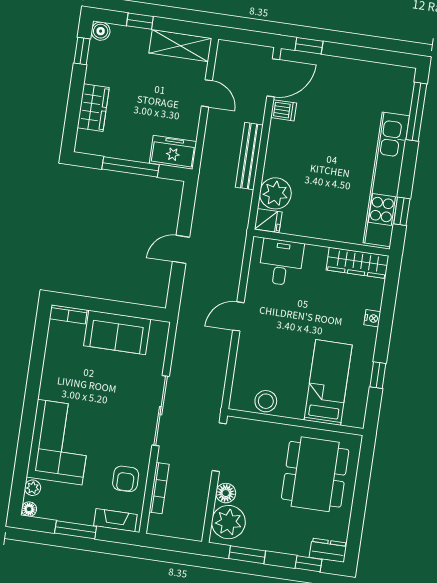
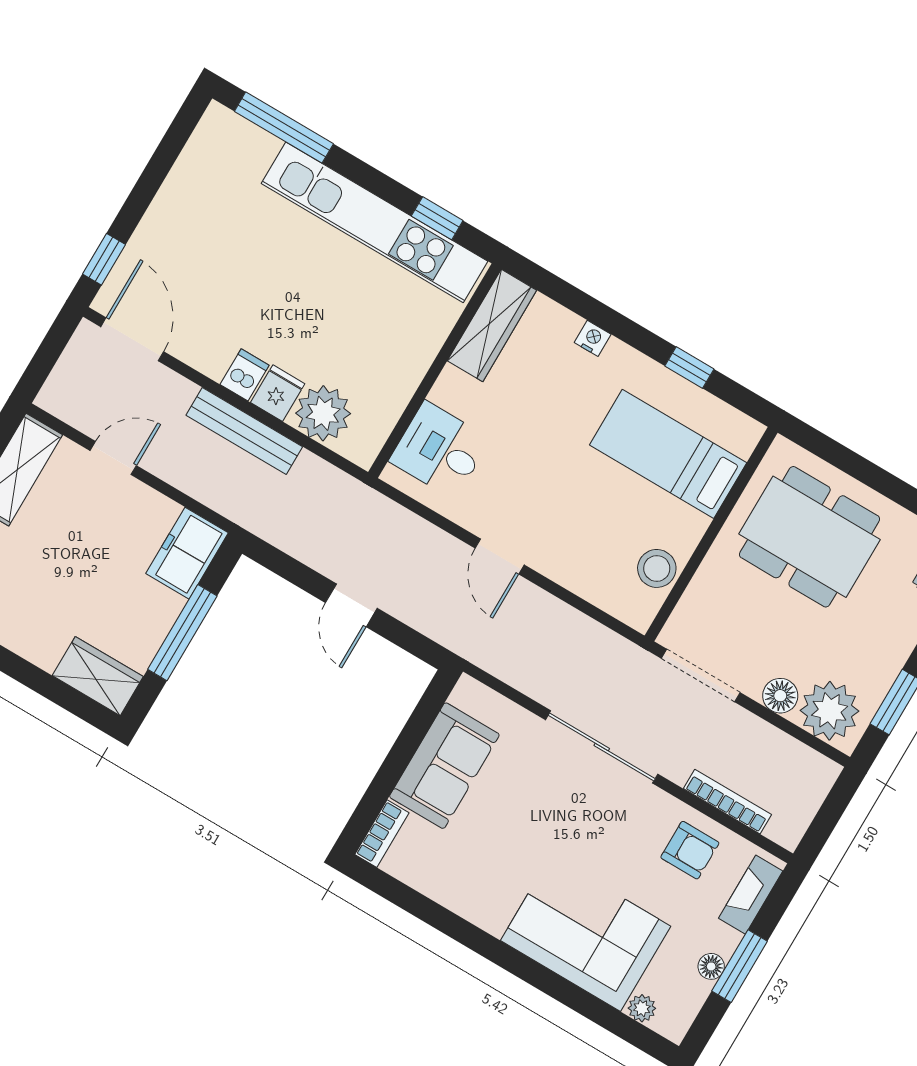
wardrobe: (93, 108) -> (98, 676), moved
dishwasher: (284, 110) -> (245, 375), moved
fridge: (268, 221) -> (278, 393), moved
floor lamp: (29, 509) -> (711, 966), moved

